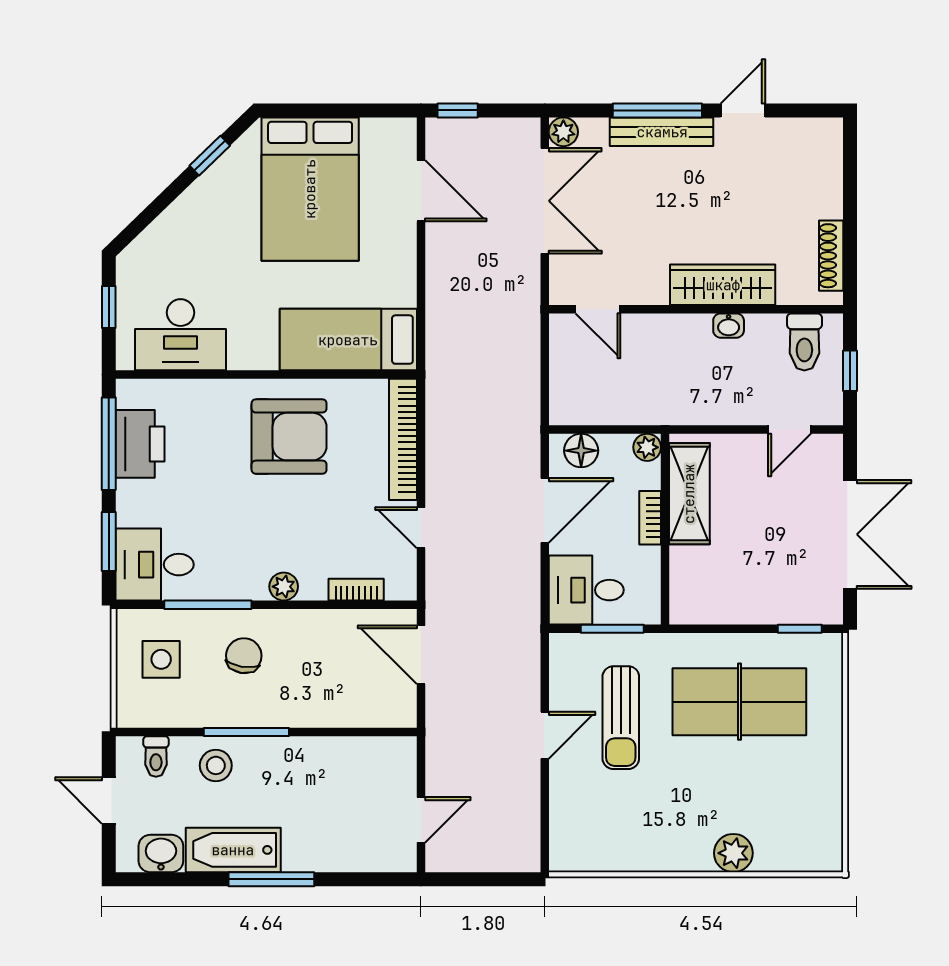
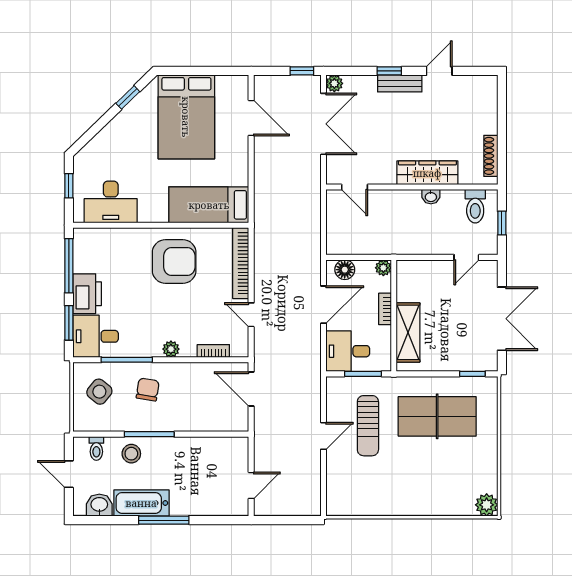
window: (458, 110) -> (302, 71), moved
window: (657, 110) -> (389, 71), width x0.46
bench: (662, 132) -> (400, 83), width x0.73
printer: (140, 444) -> (87, 294), moved
shelving: (689, 494) -> (408, 332), moved
side table: (161, 659) -> (99, 392), turned 38
plant: (733, 853) -> (487, 505), moved

